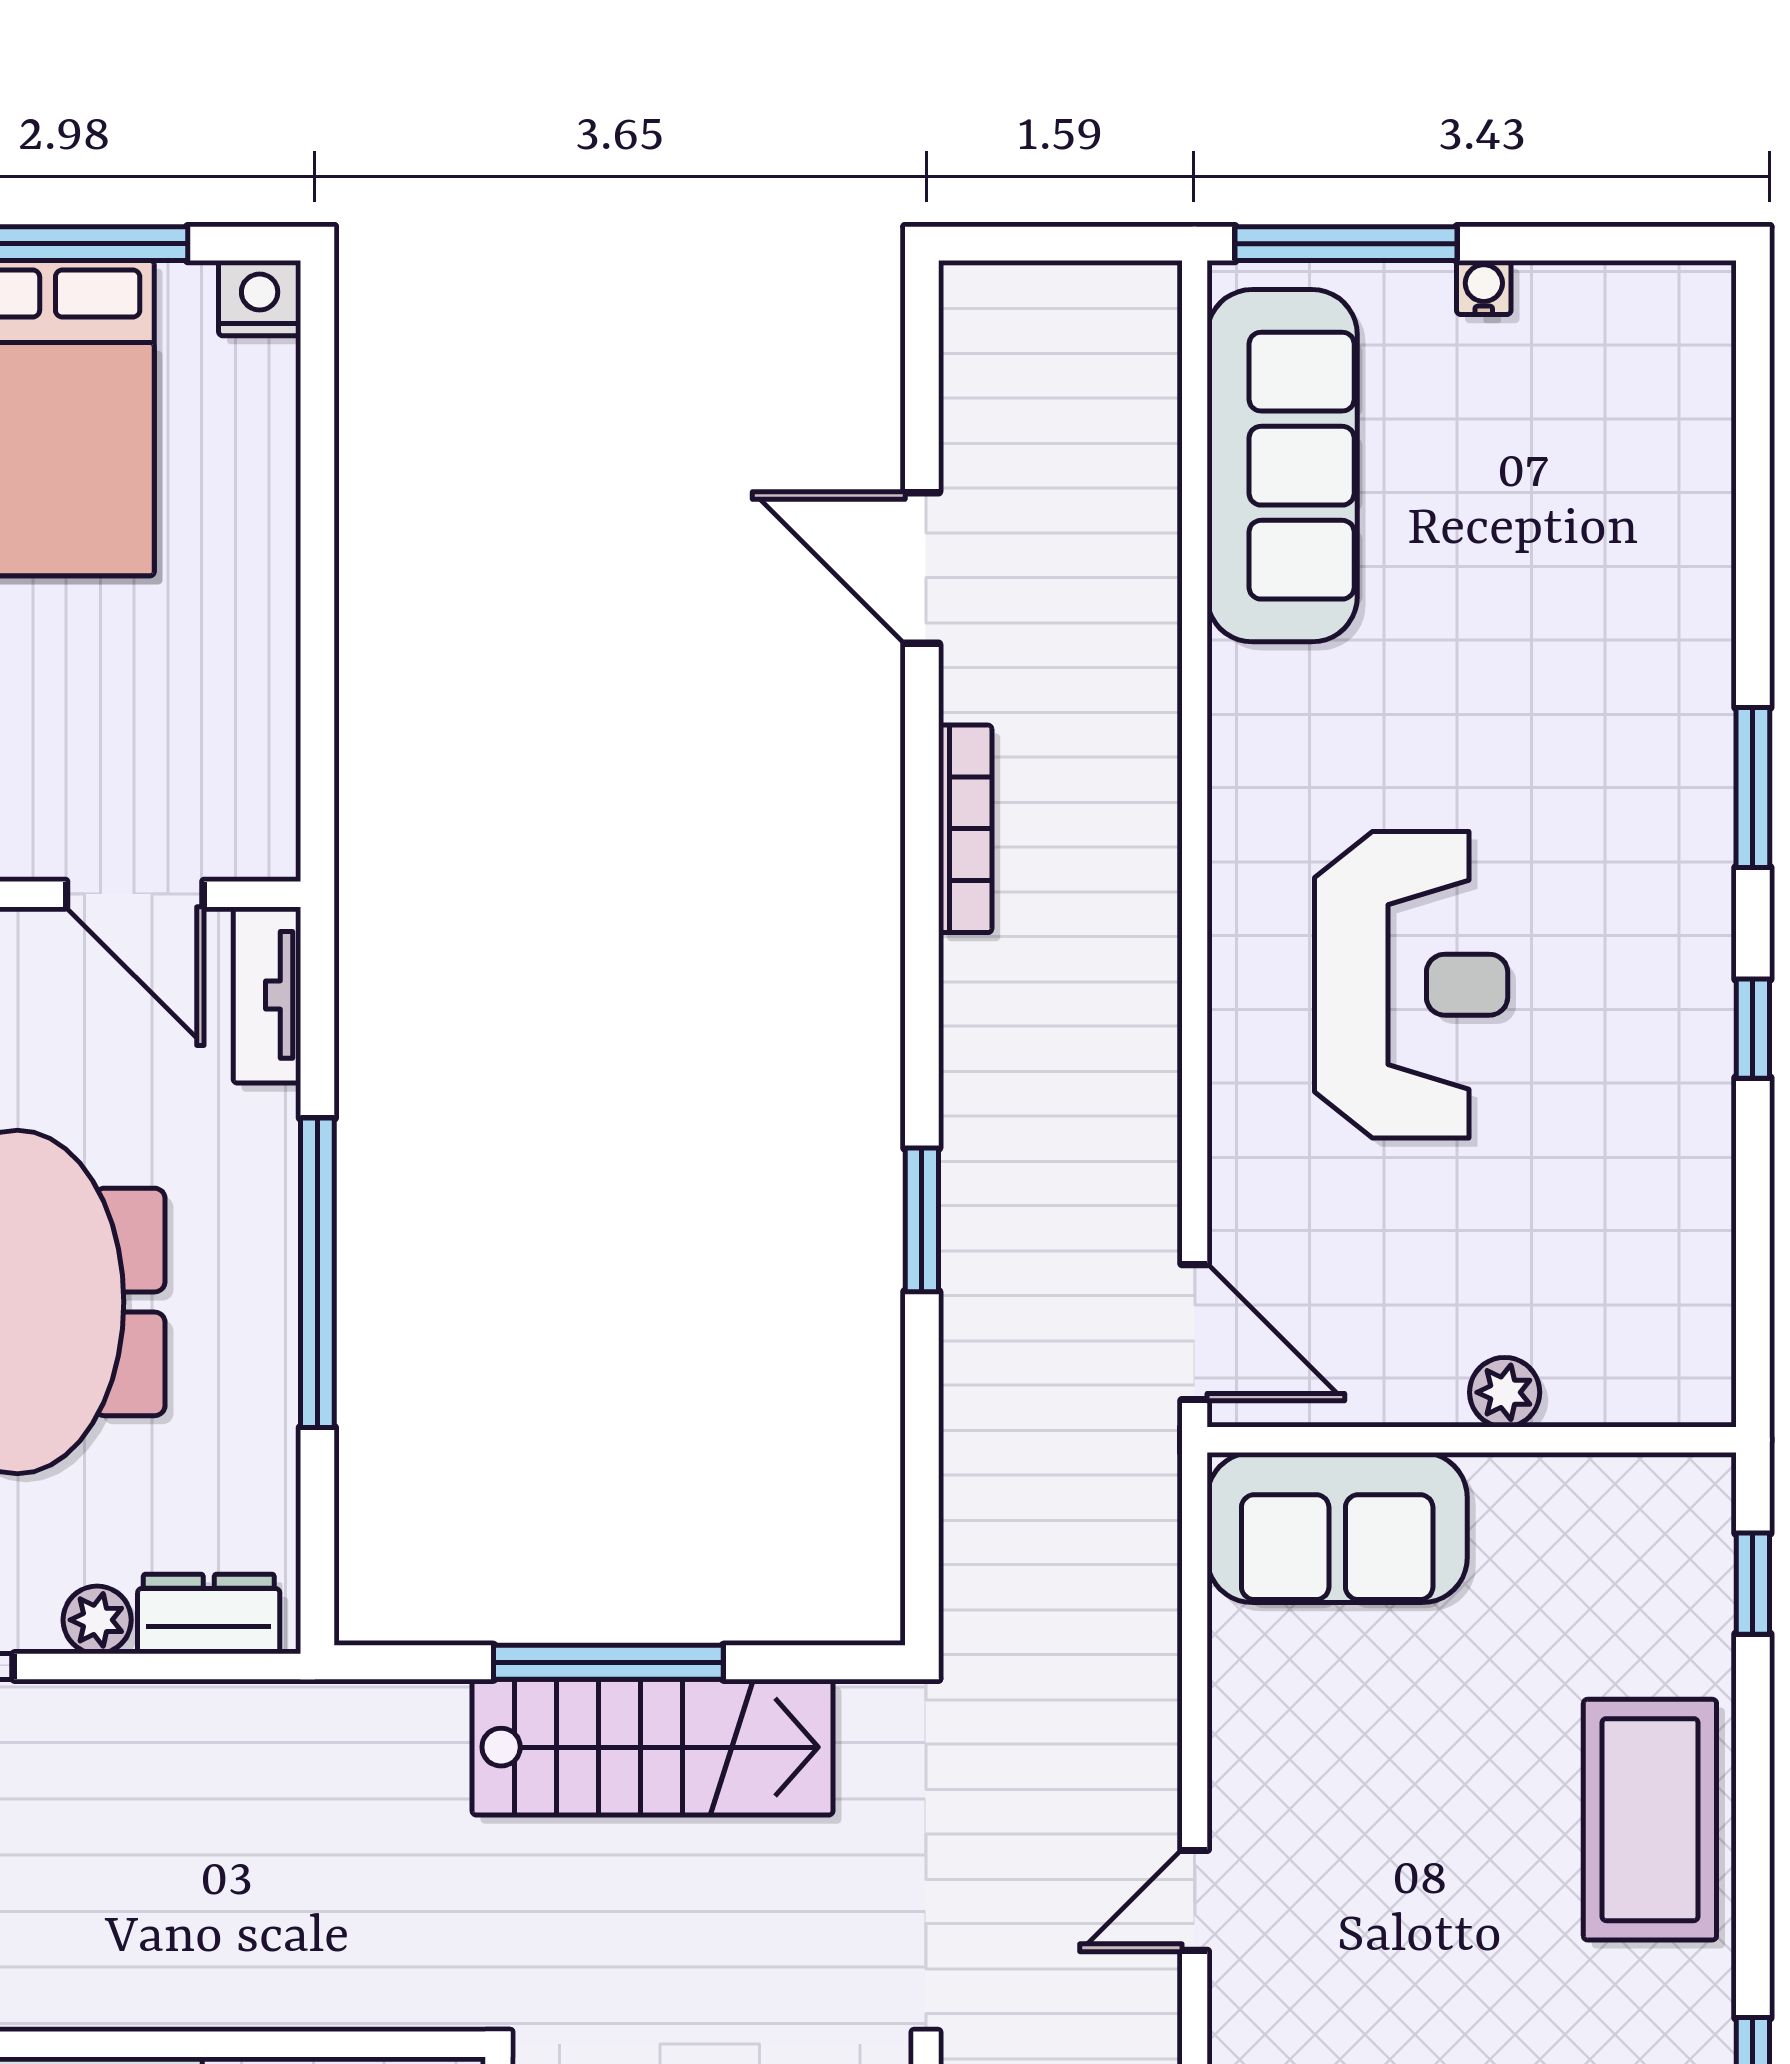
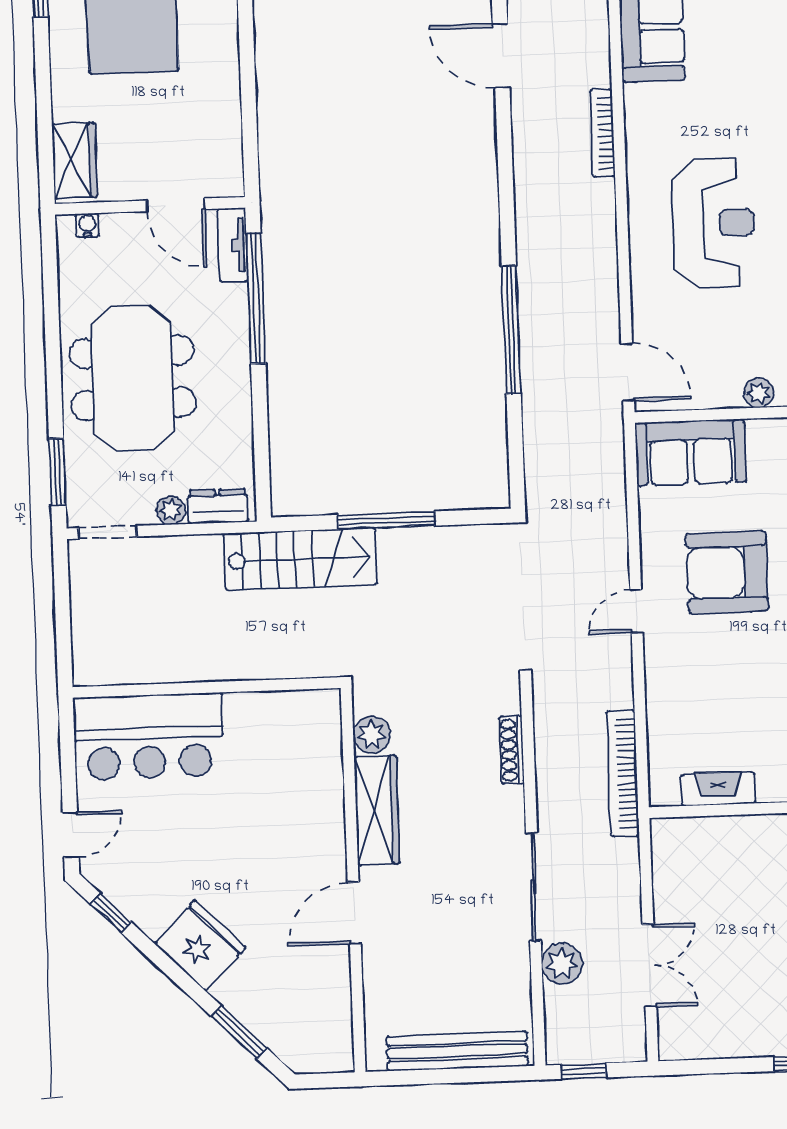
bookcase: (965, 829) -> (602, 133), moved, turned 180
window: (922, 1220) -> (511, 330), width x2.11
window: (317, 1273) -> (256, 299), moved
stairs: (653, 1747) -> (300, 559), moved
armchair: (1413, 1816) -> (727, 572), added

